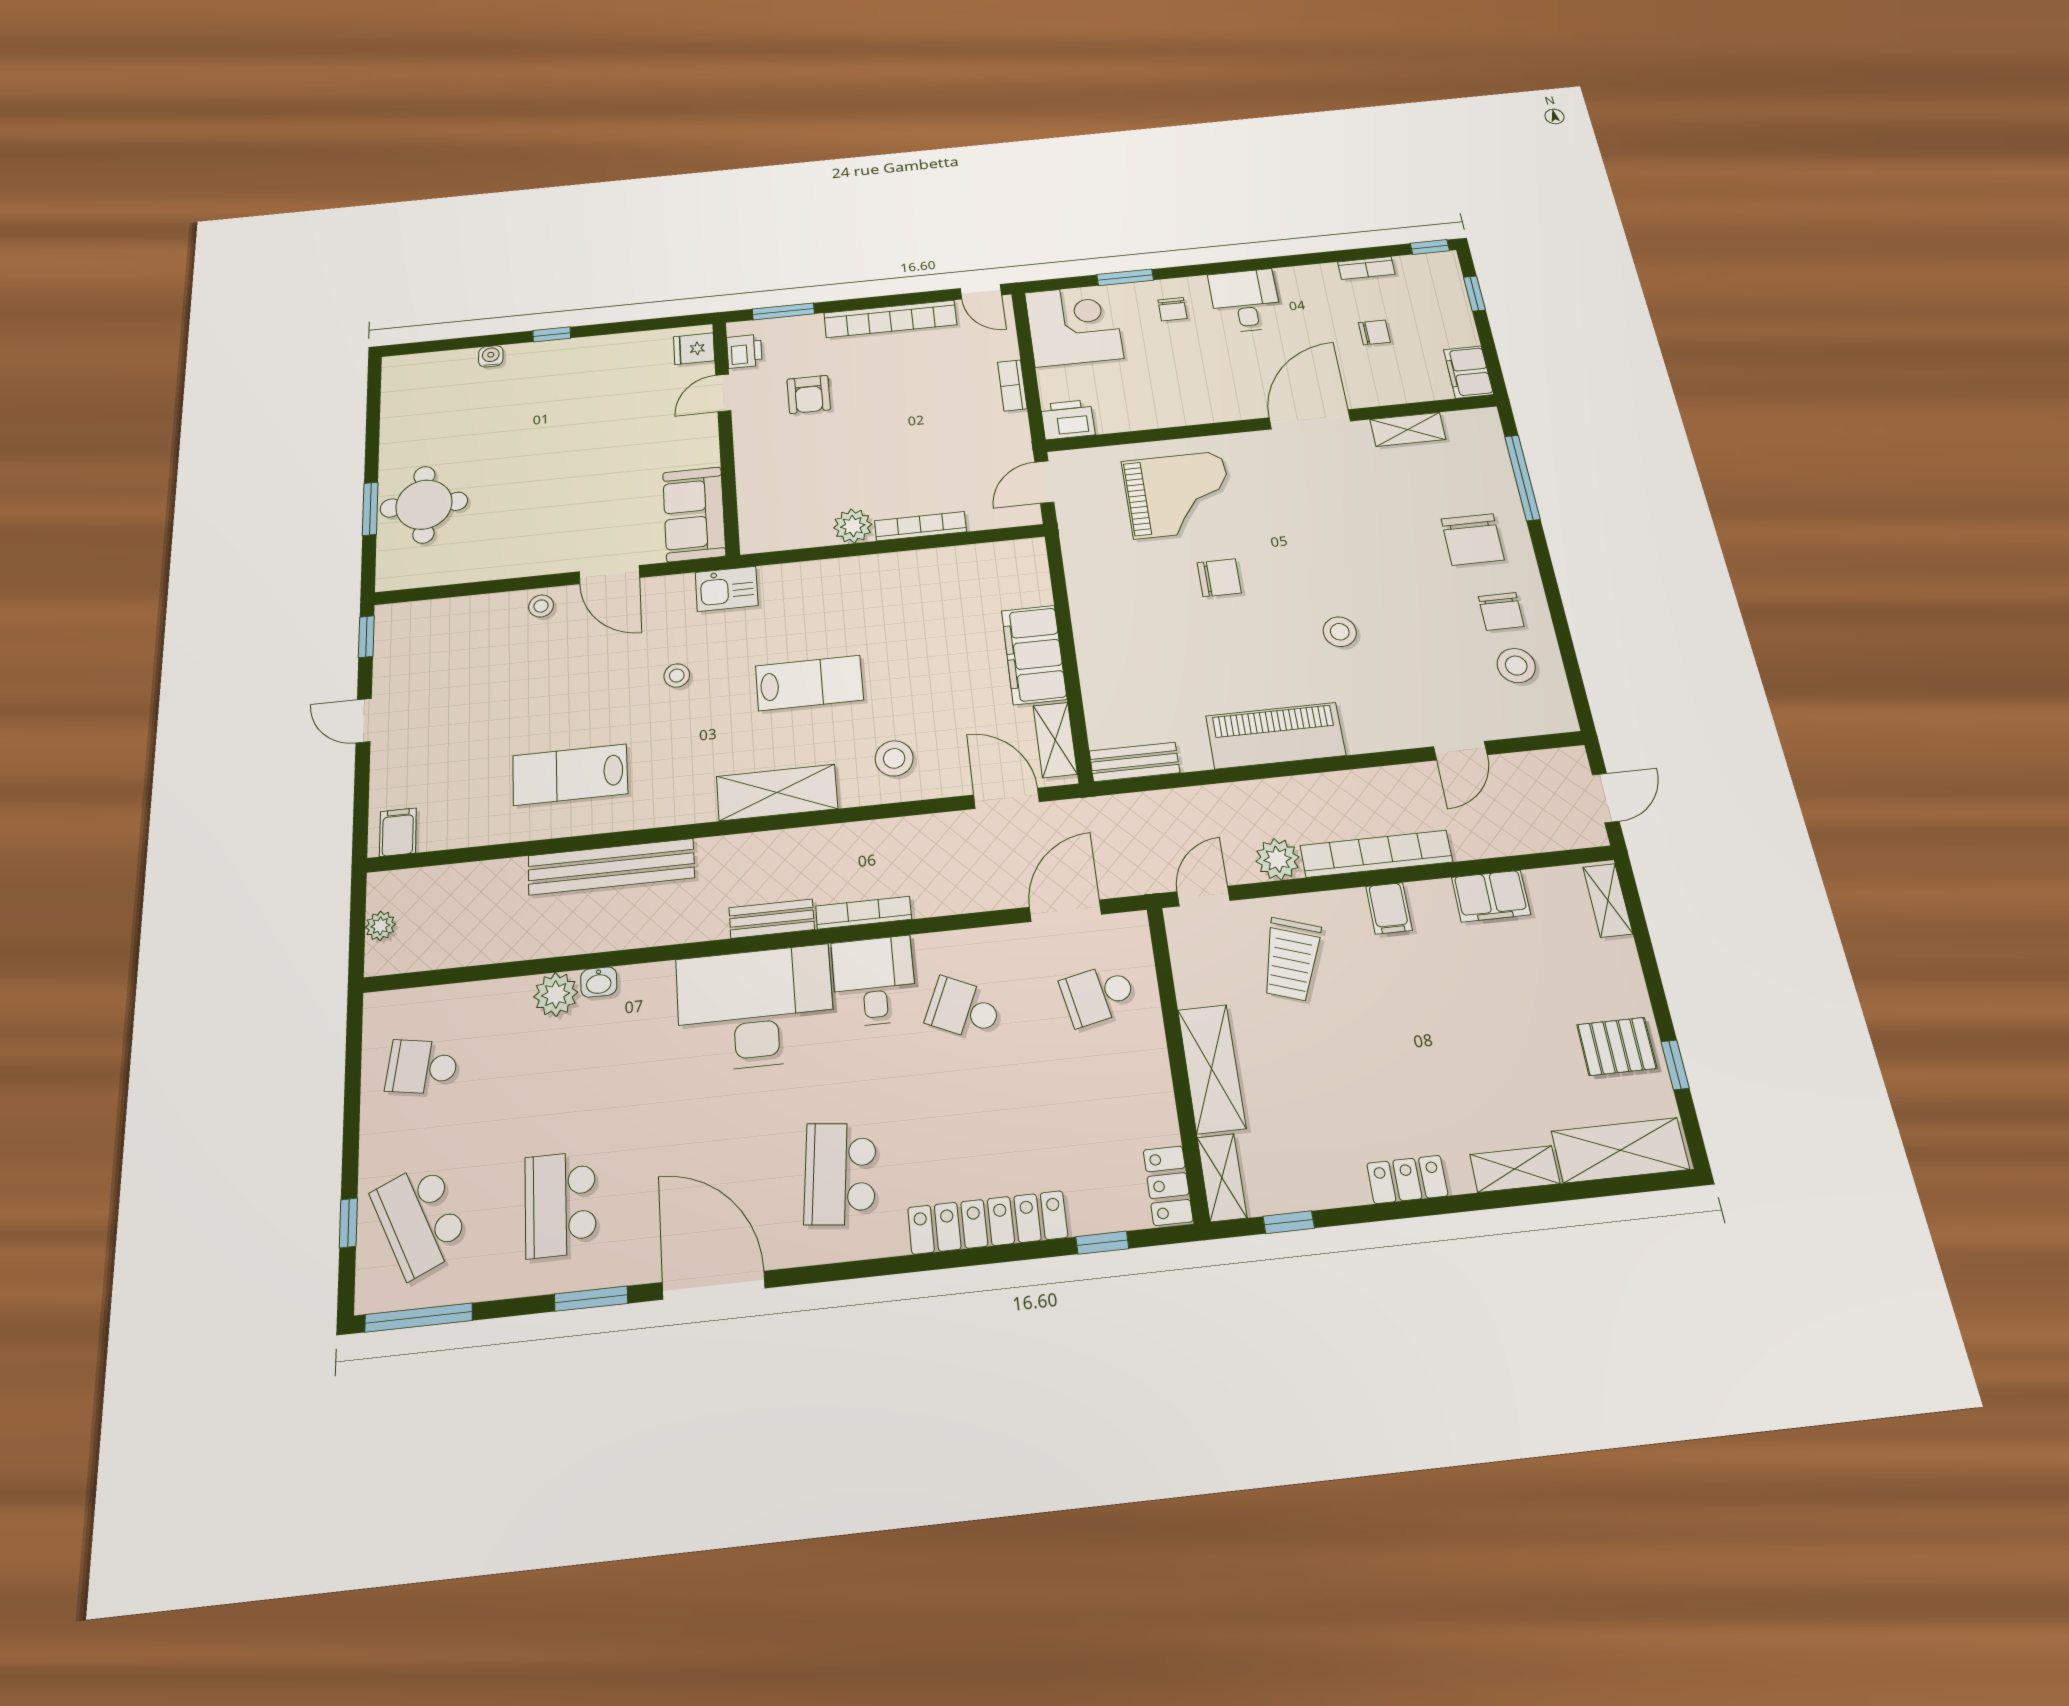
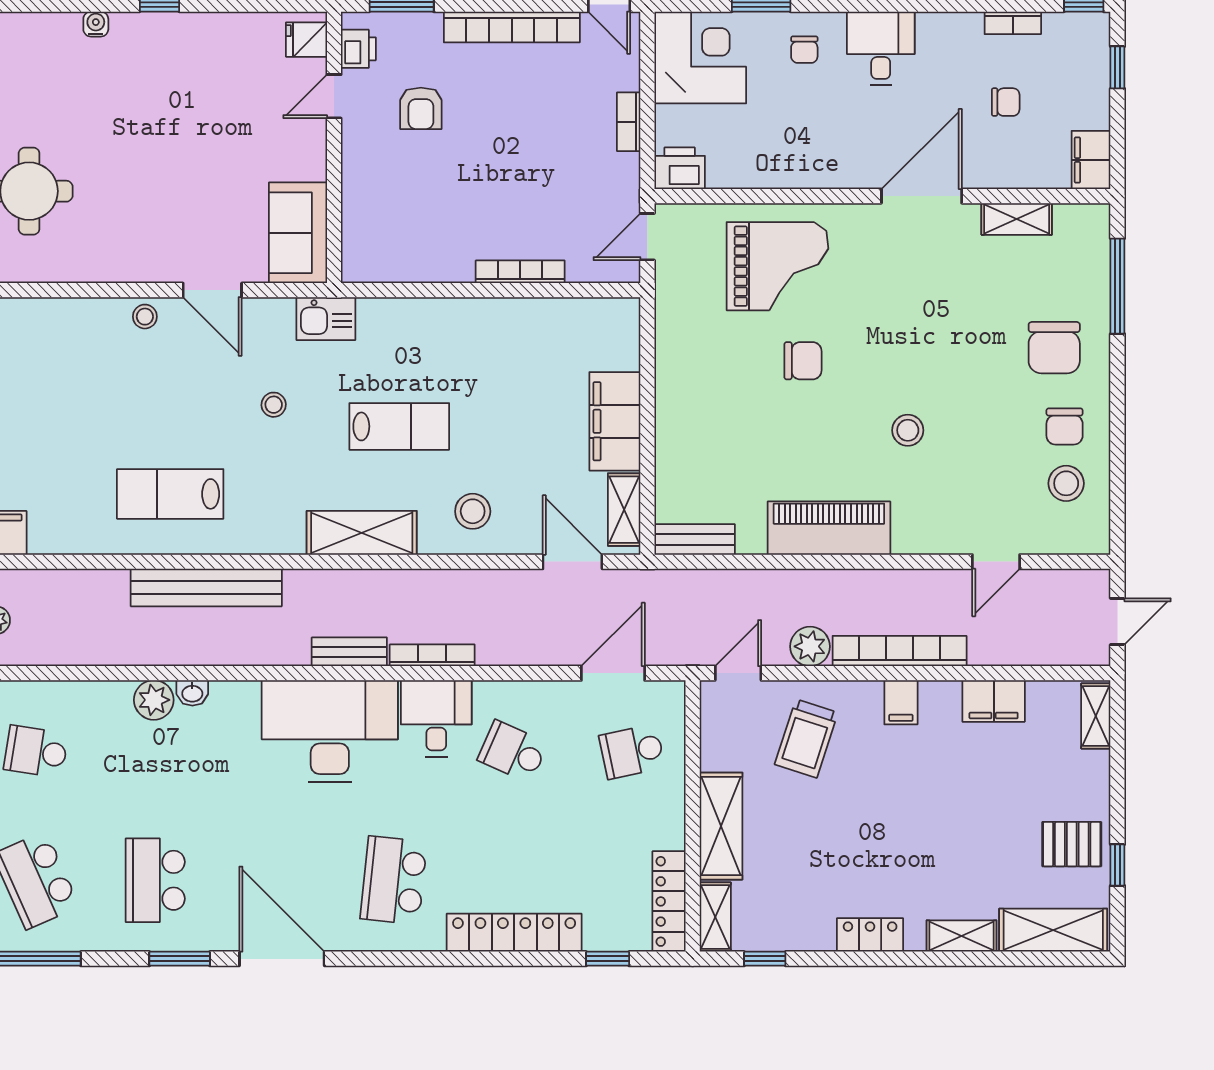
plant: (853, 526) -> (454, 264), removed
locker: (1168, 1186) -> (669, 901), width x1.53

